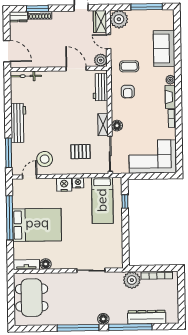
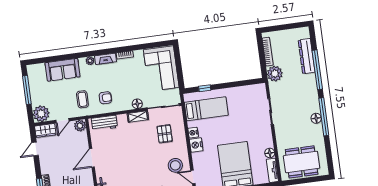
door: (76, 69) -> (92, 158), moved
floor lamp: (103, 319) -> (316, 118), moved

